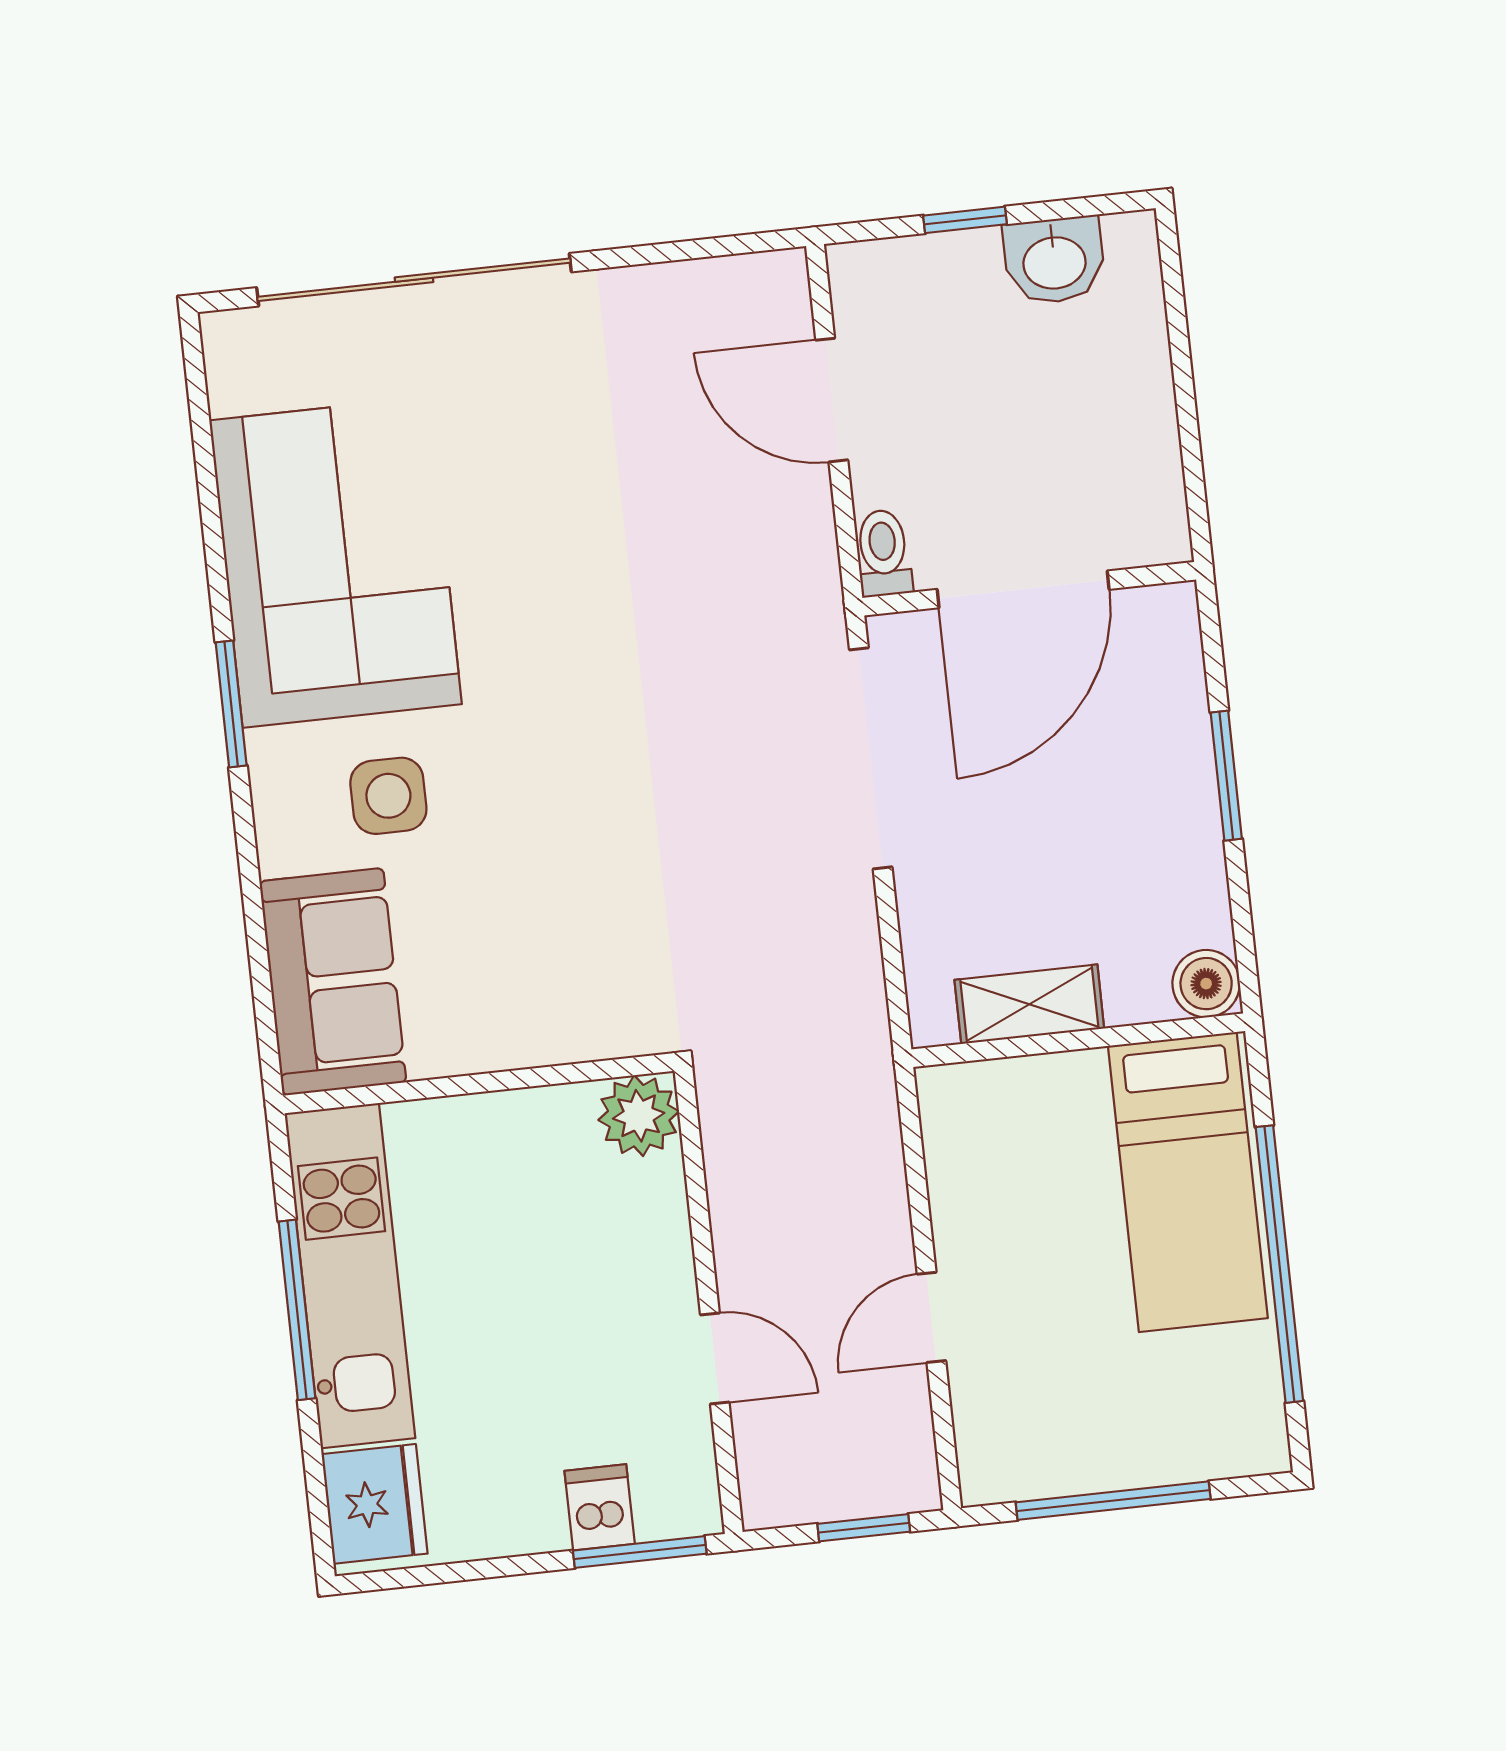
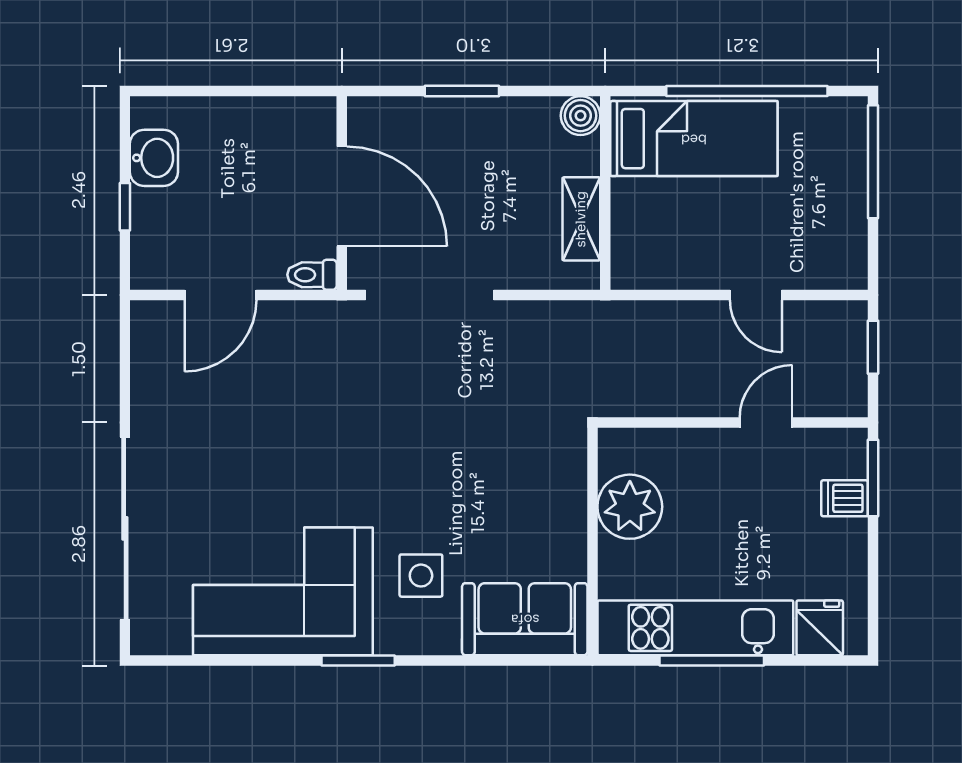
plant: (639, 1116) -> (630, 507), moved, width x1.36, depth x1.36
window: (1113, 1501) -> (873, 162), moved
fridge: (375, 1504) -> (820, 628), width x0.72

